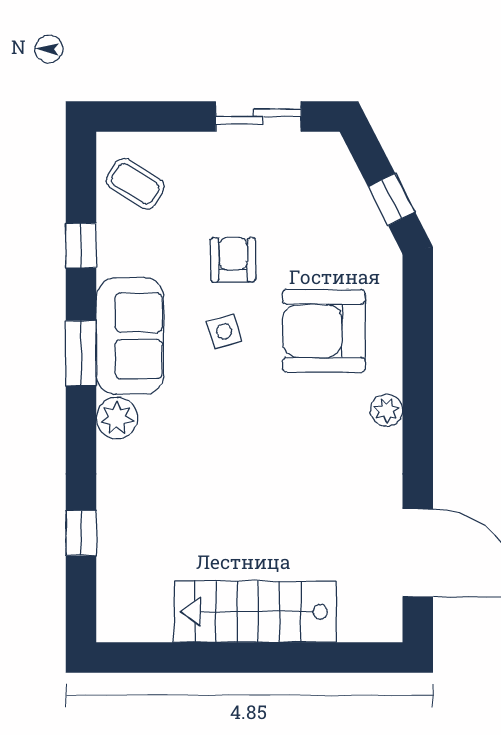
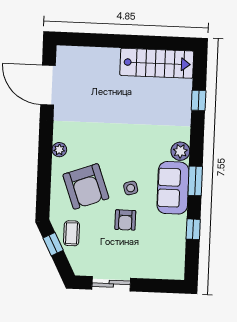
coffee table: (135, 184) -> (72, 233), moved, turned 58
armchair: (324, 331) -> (86, 186), turned 70
stairs: (255, 612) -> (157, 63), moved

